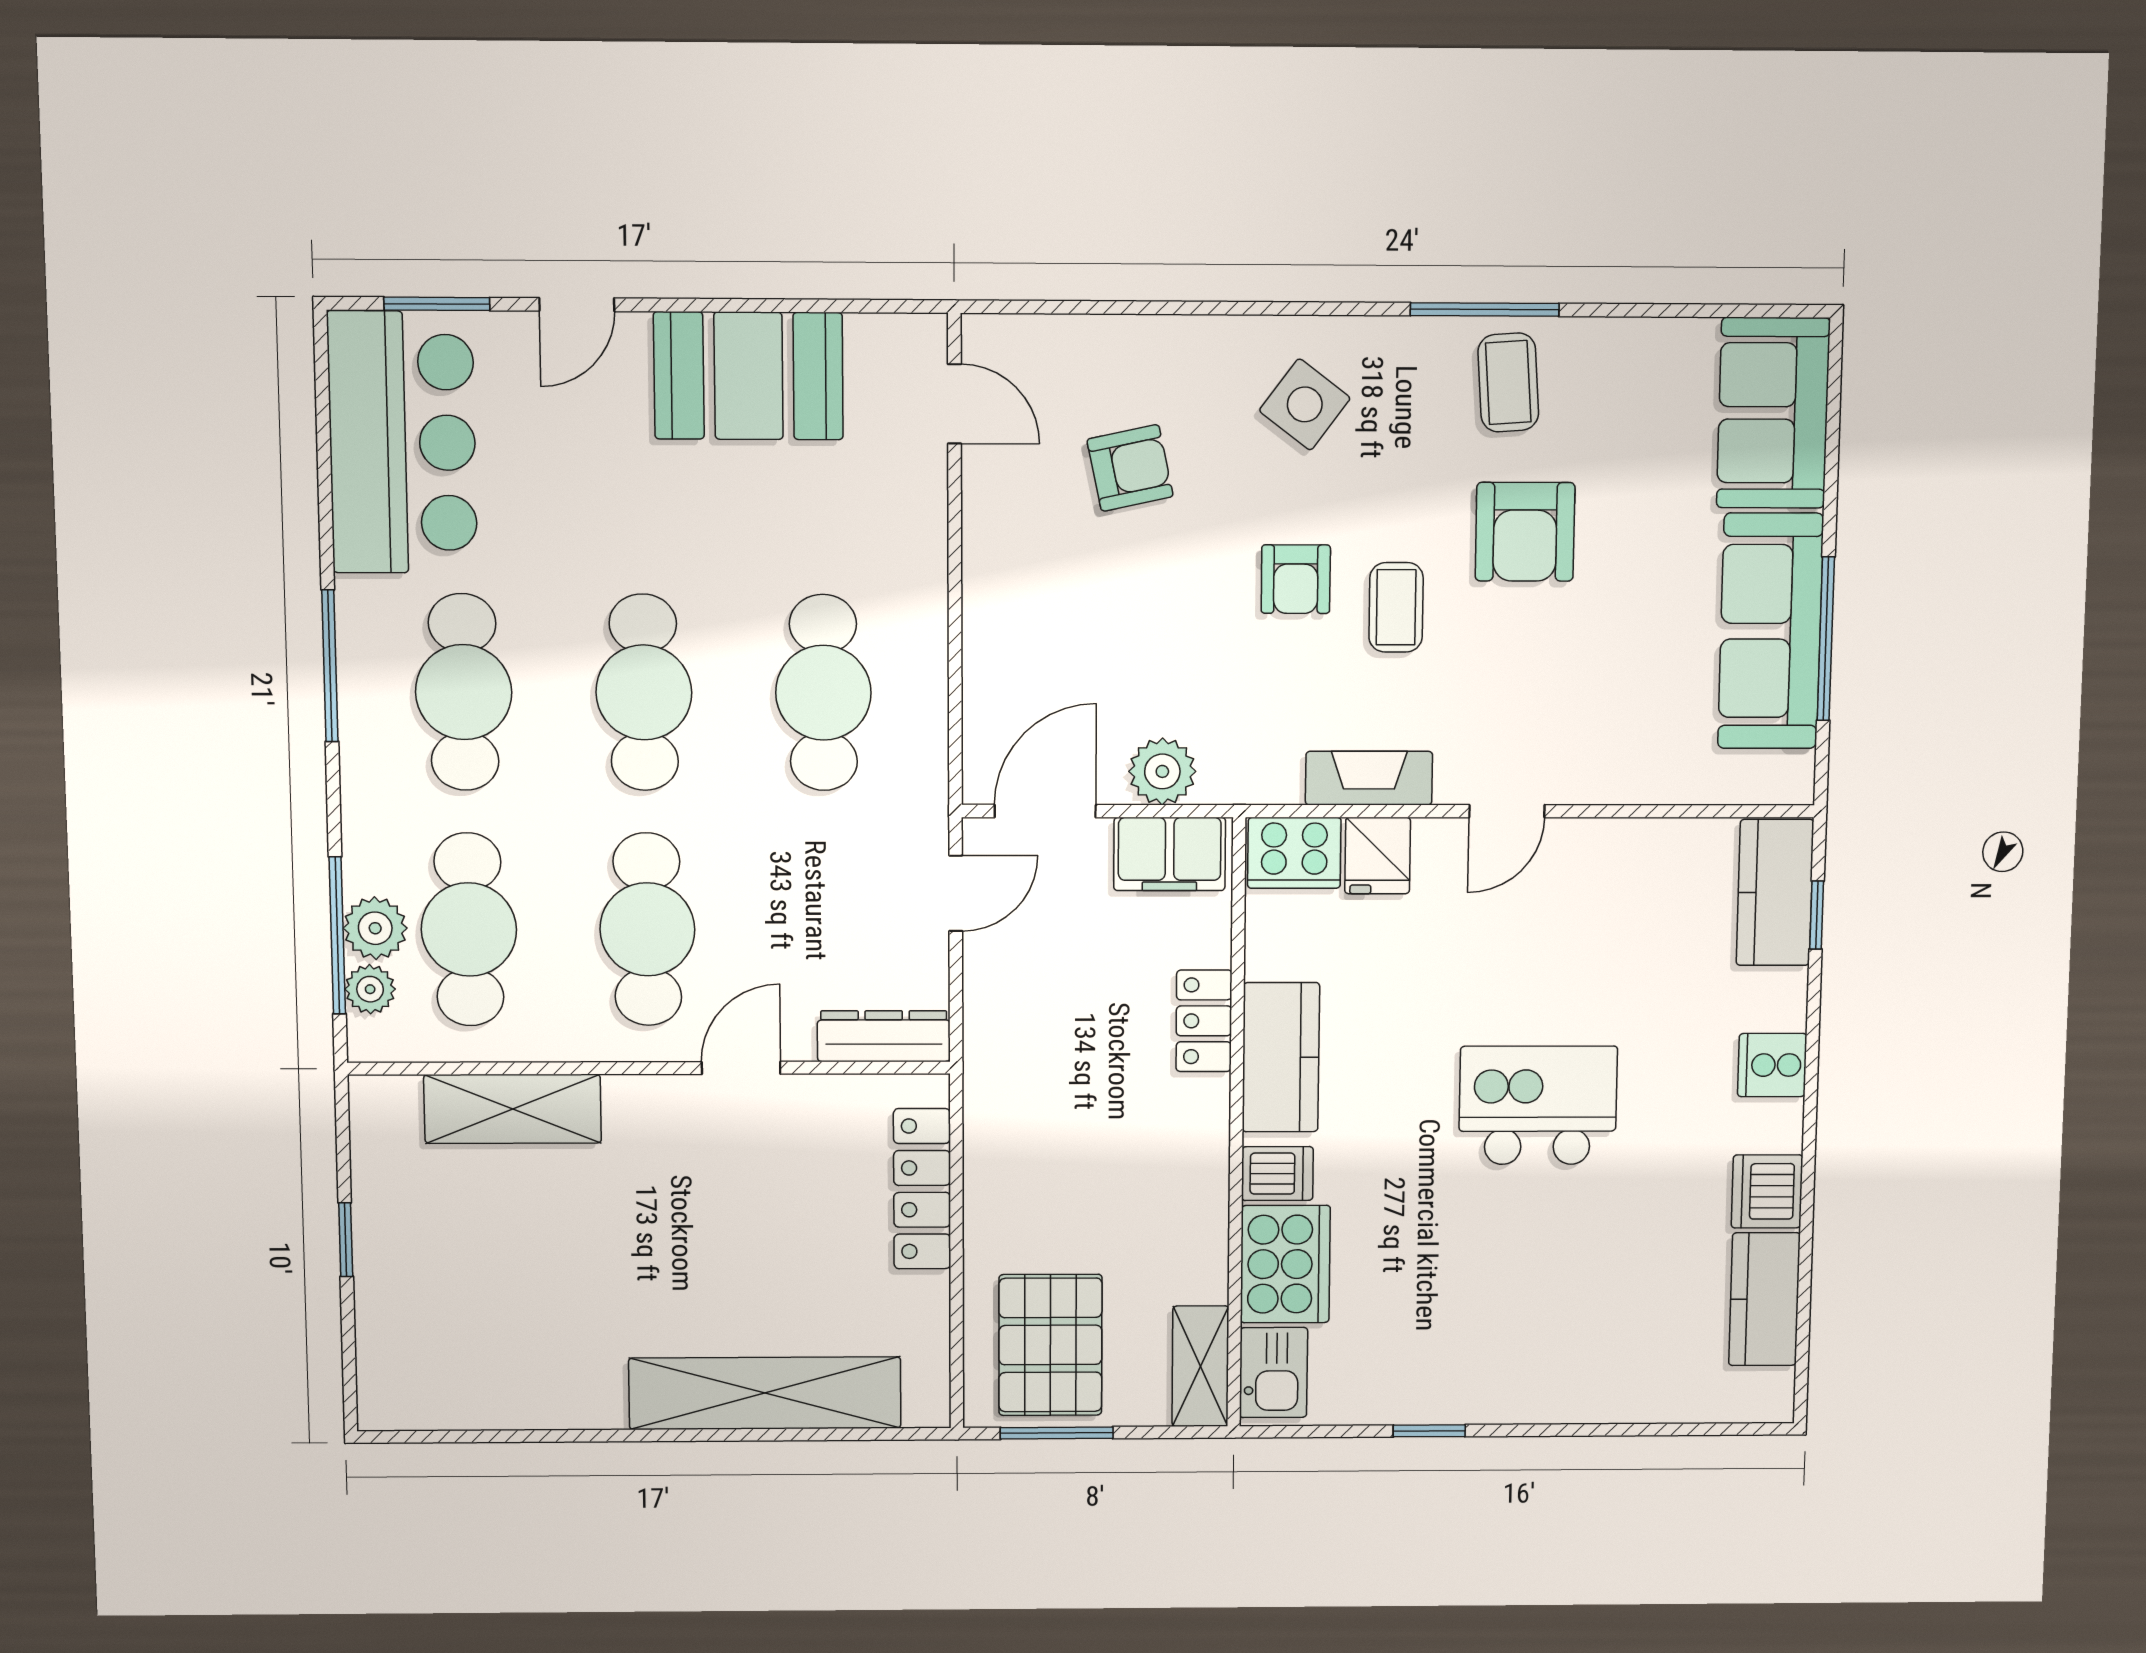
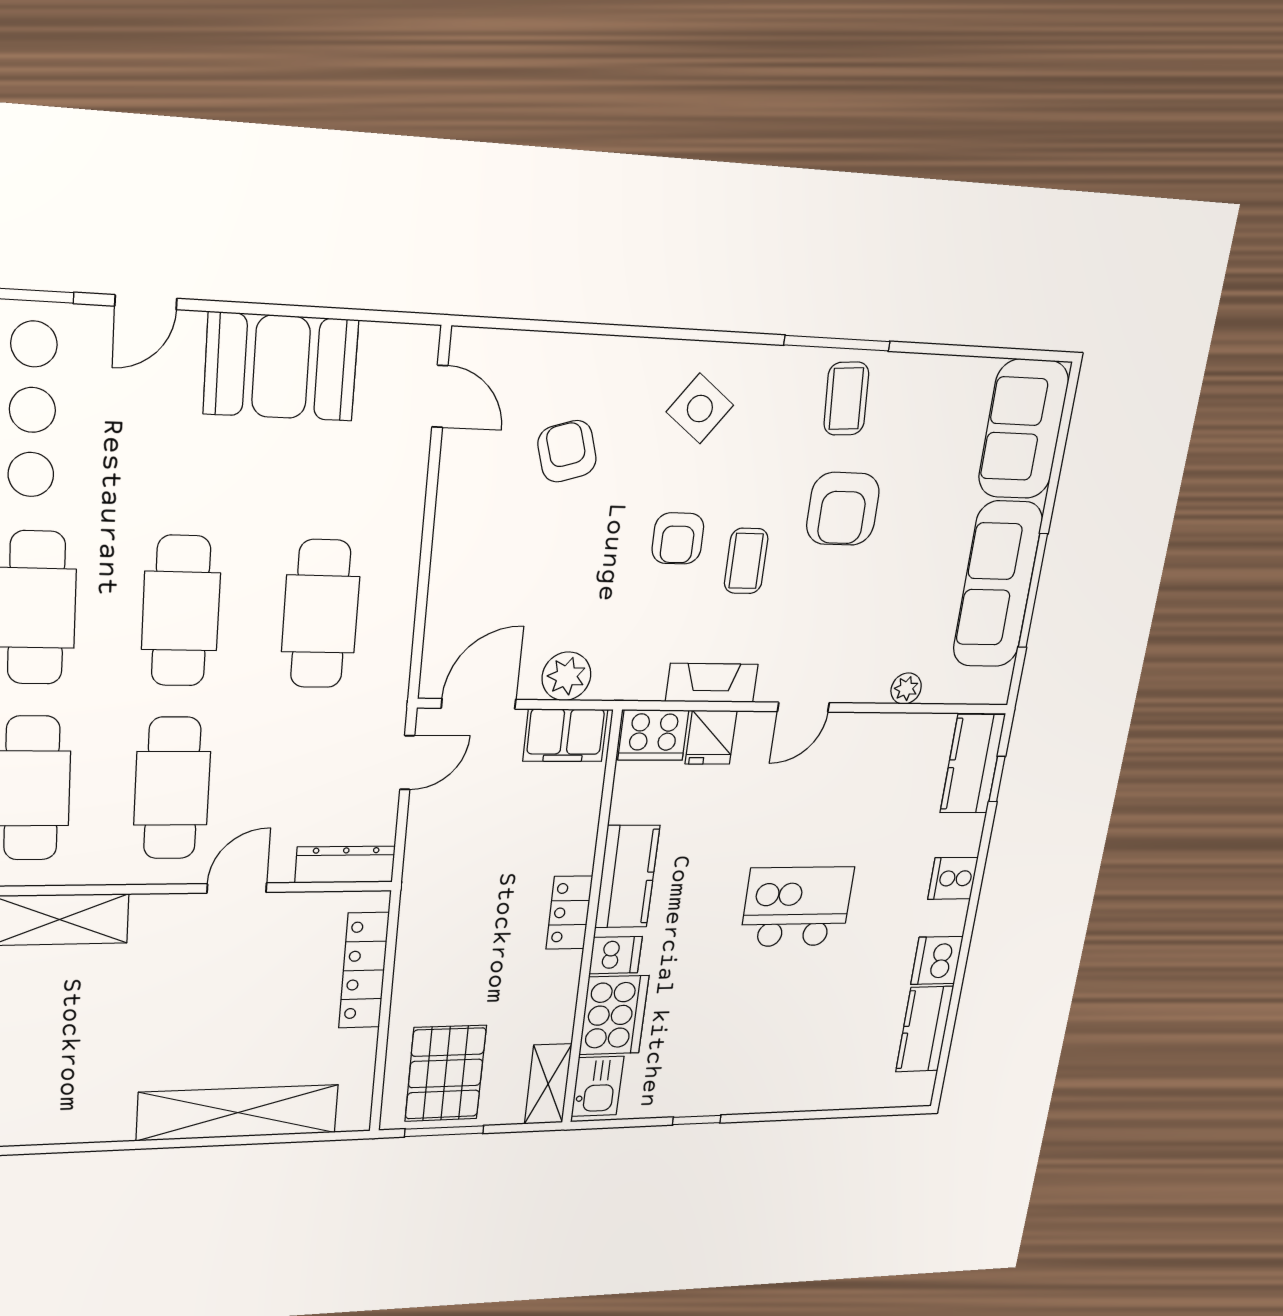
armchair: (1130, 468) -> (567, 451), turned -95
plant: (1656, 783) -> (906, 689), added
locker: (1204, 1021) -> (569, 913), moved

